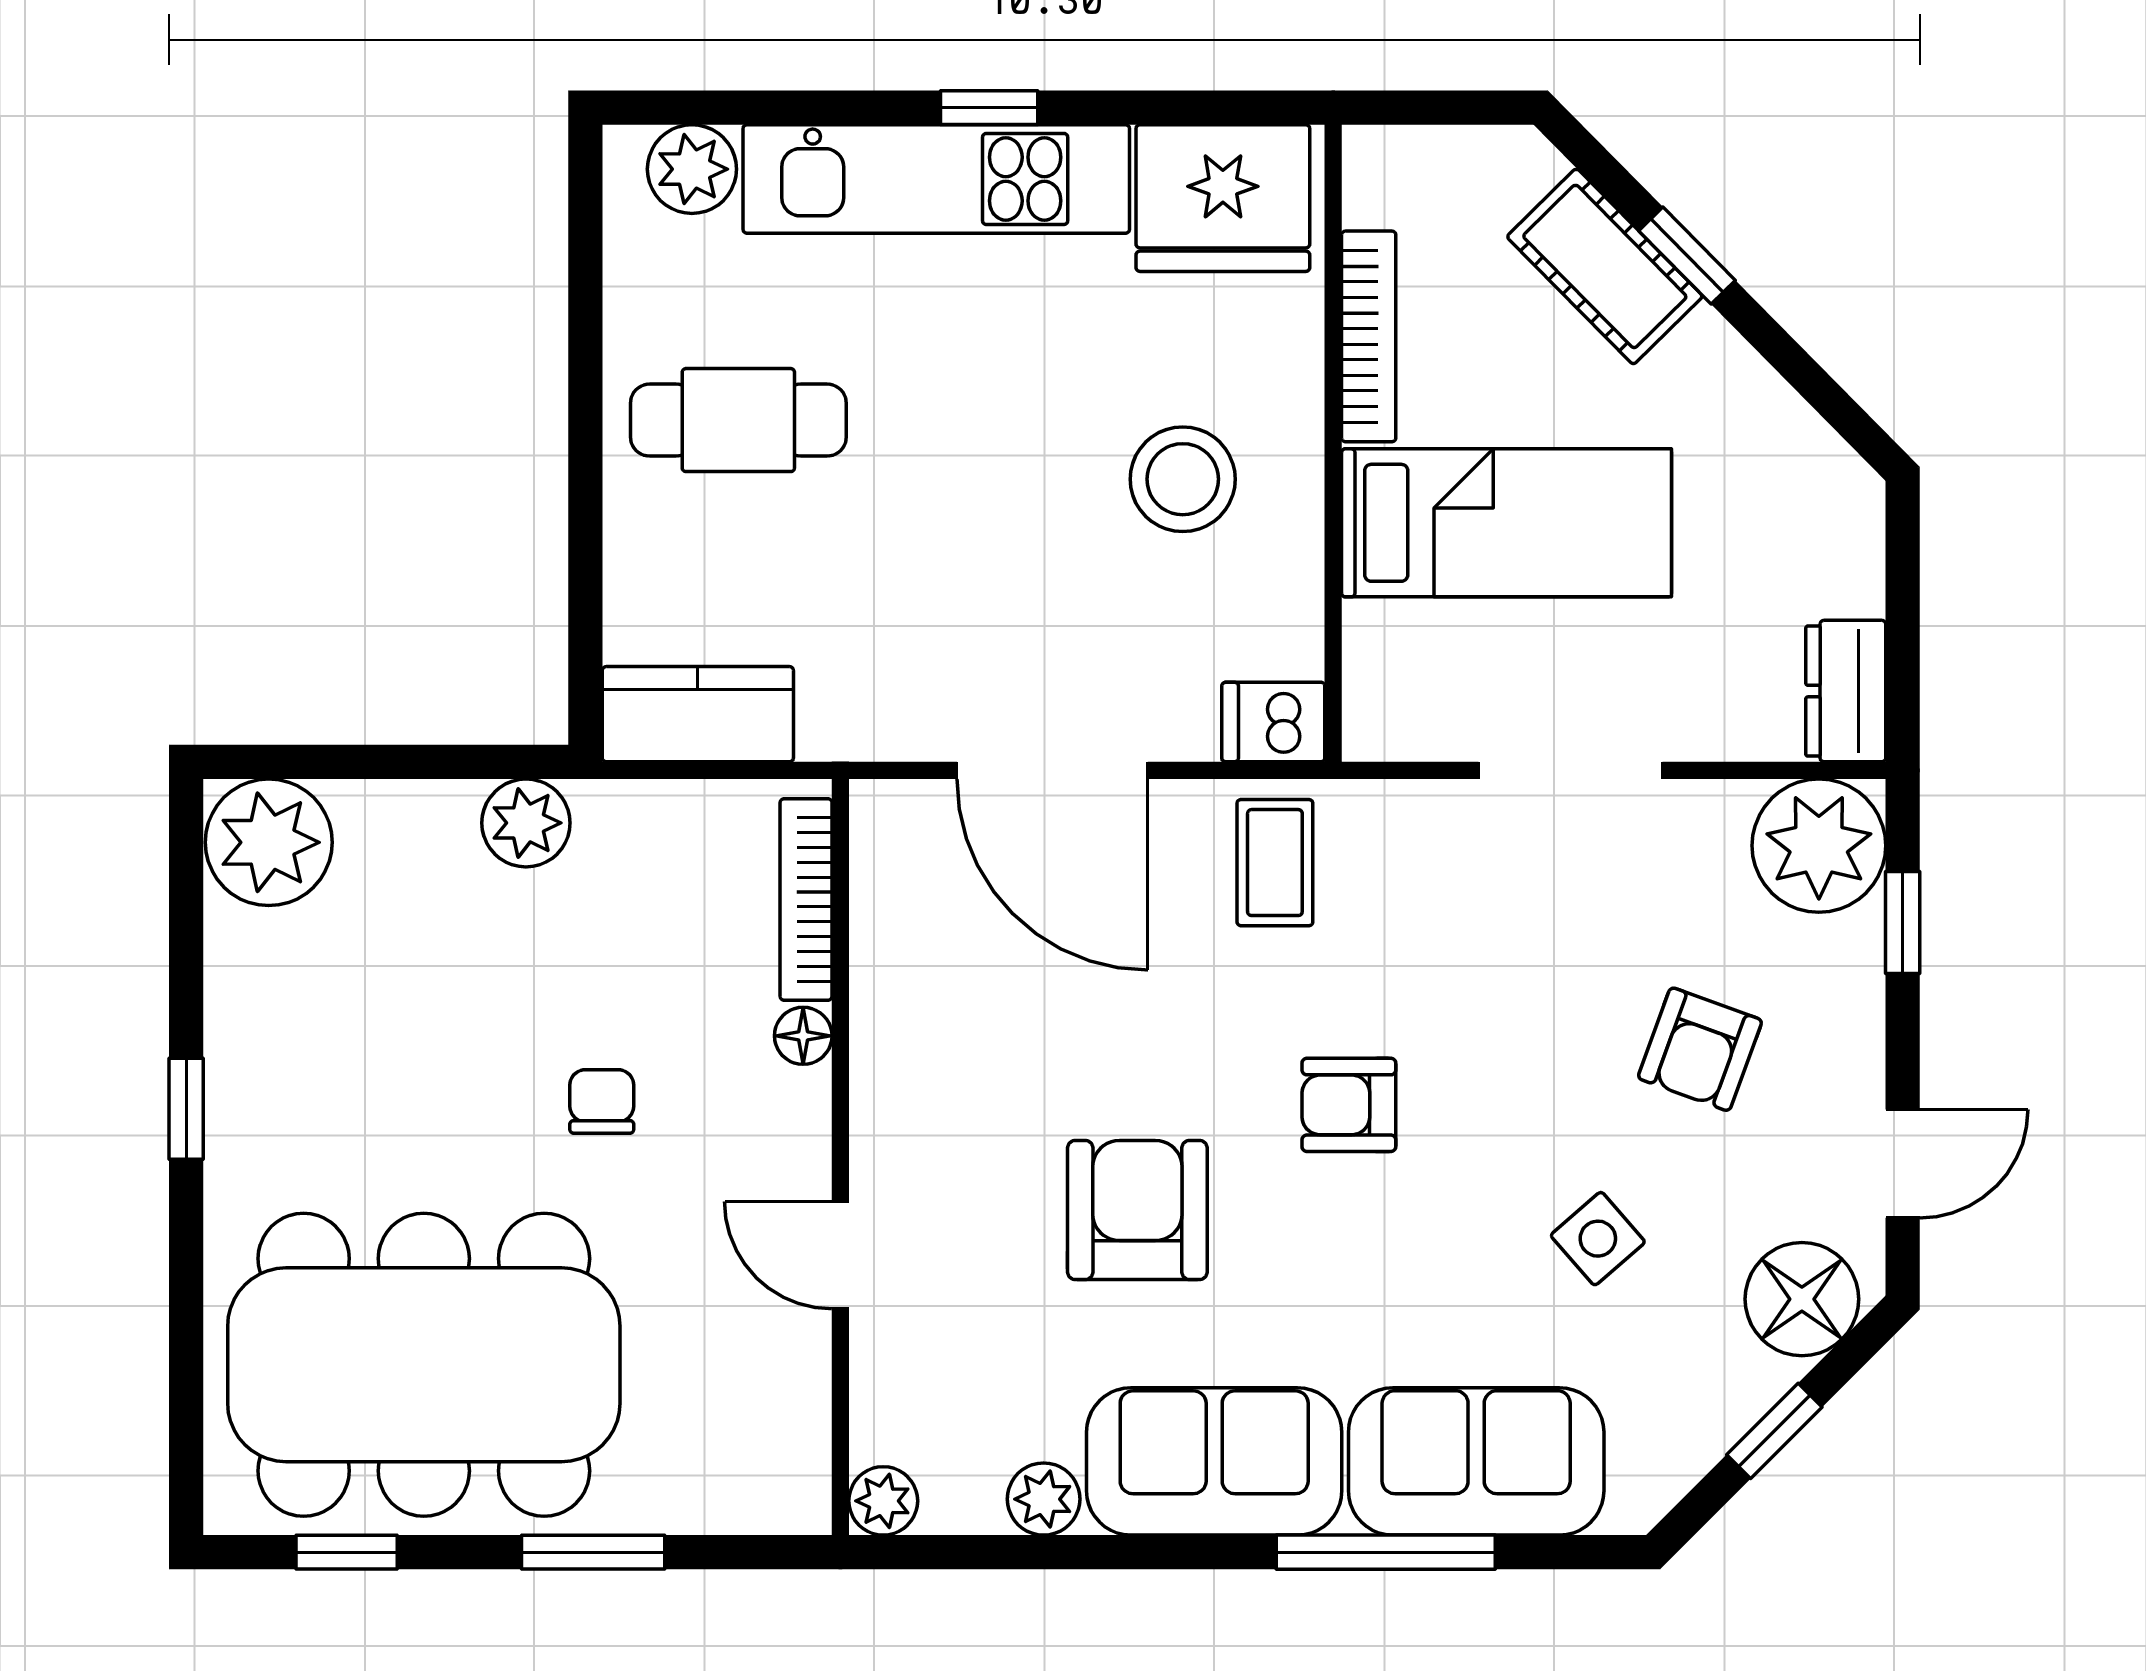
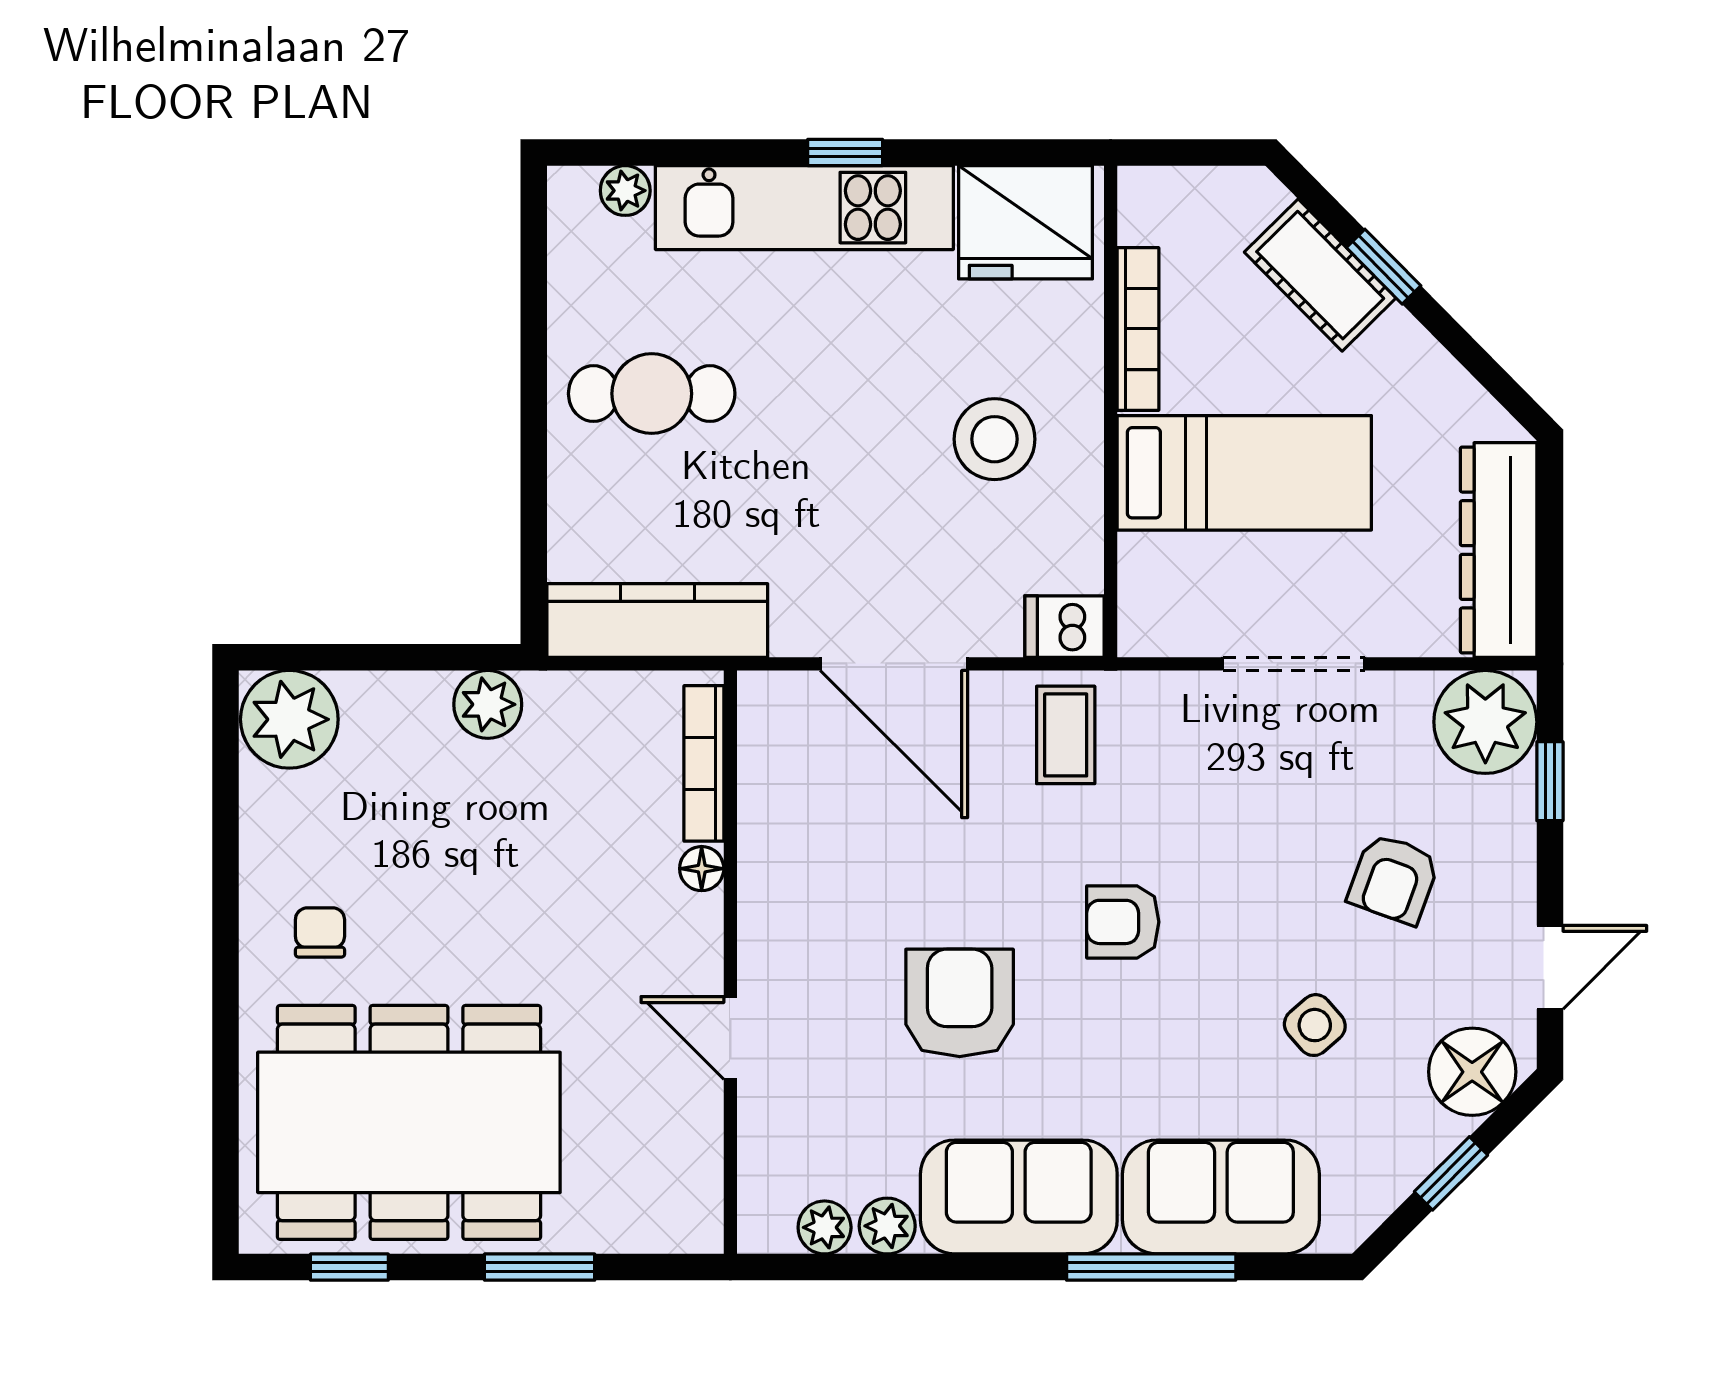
plant: (692, 169) -> (625, 191), width x0.73, depth x0.73
dresser: (1846, 691) -> (1499, 550), width x1.96, depth x1.24
kitchen counter: (698, 714) -> (657, 620), width x1.50
chair: (602, 1101) -> (320, 932), moved
window: (186, 1109) -> (226, 925), removed
plant: (883, 1501) -> (825, 1227), moved

